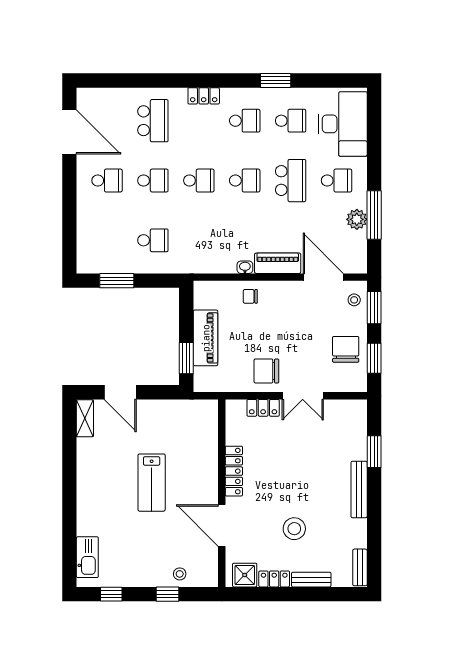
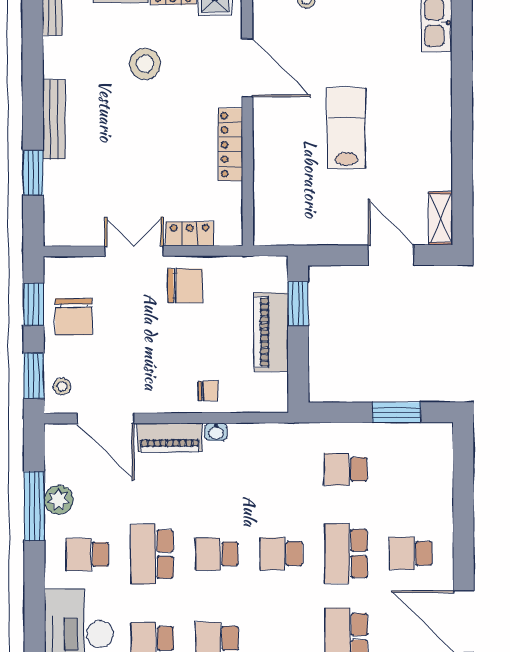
school desk: (153, 181) -> (346, 554), width x1.85

